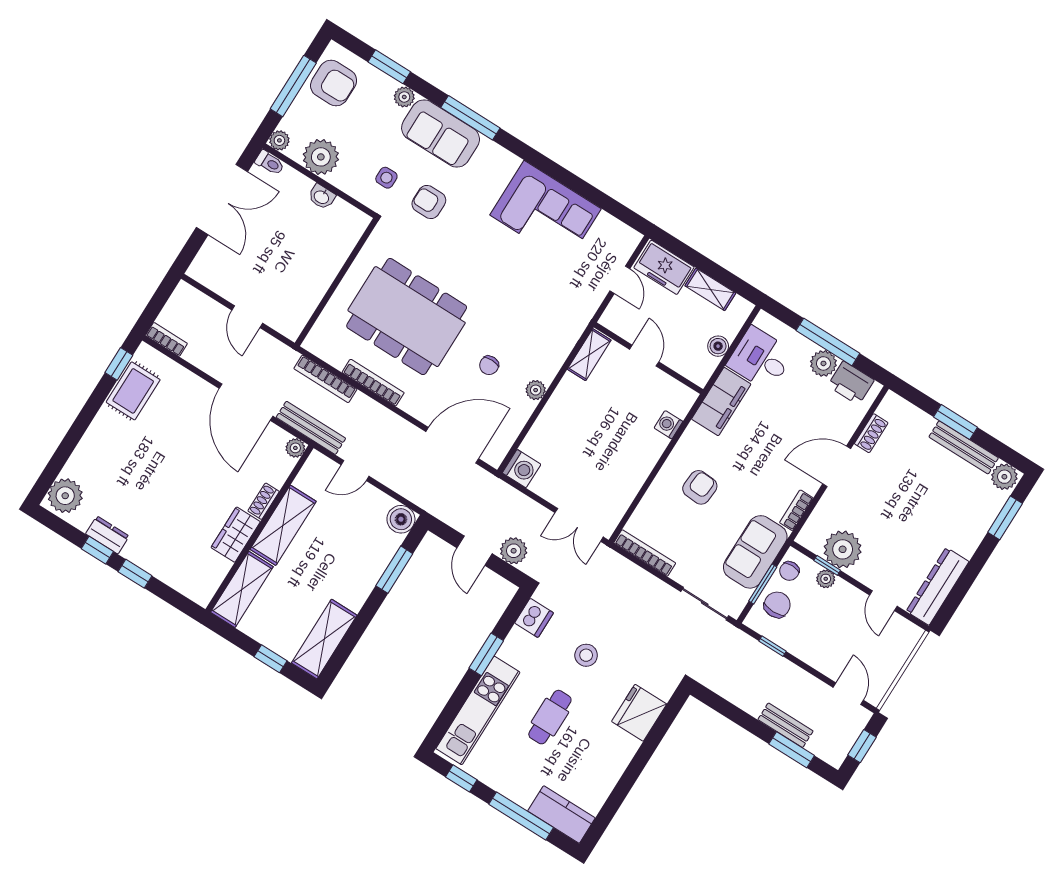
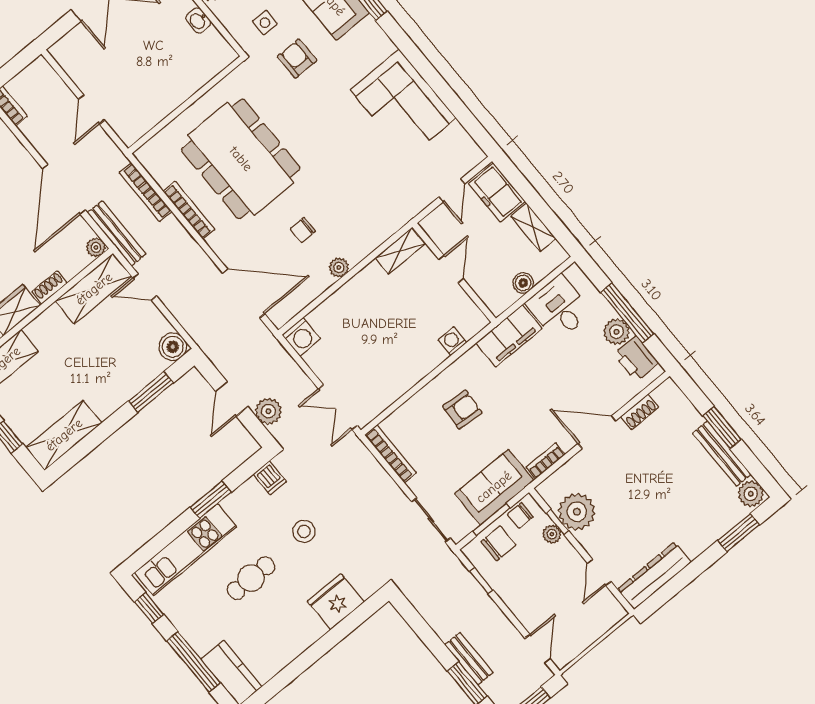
shelving: (283, 525) -> (94, 289), moved
dishwasher: (534, 618) -> (270, 478), width x0.73

